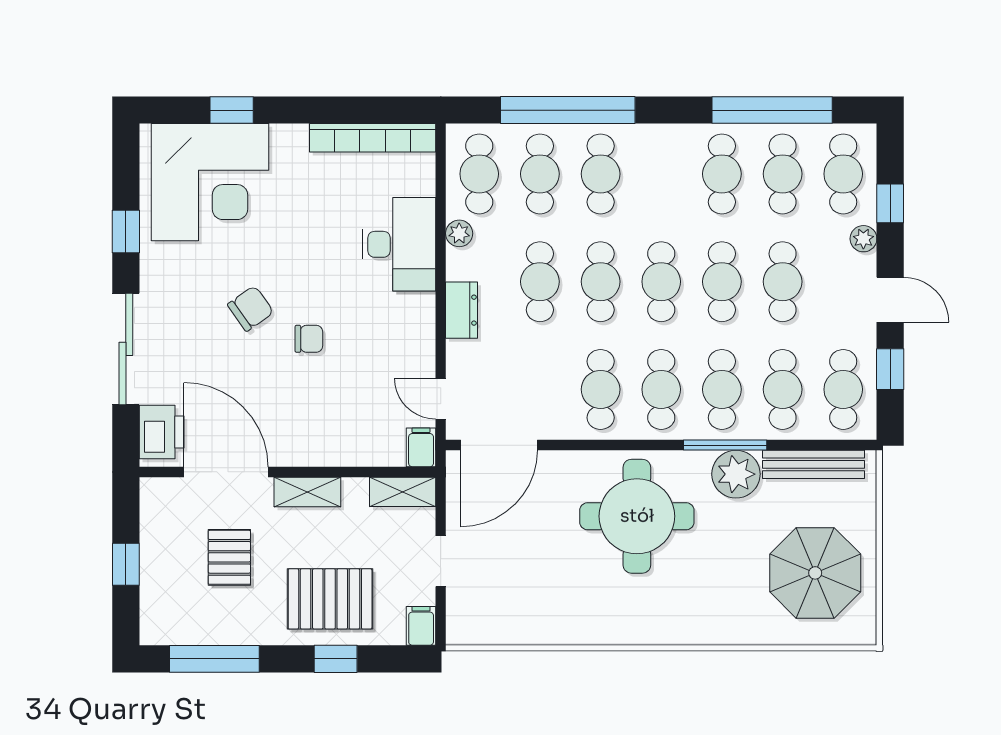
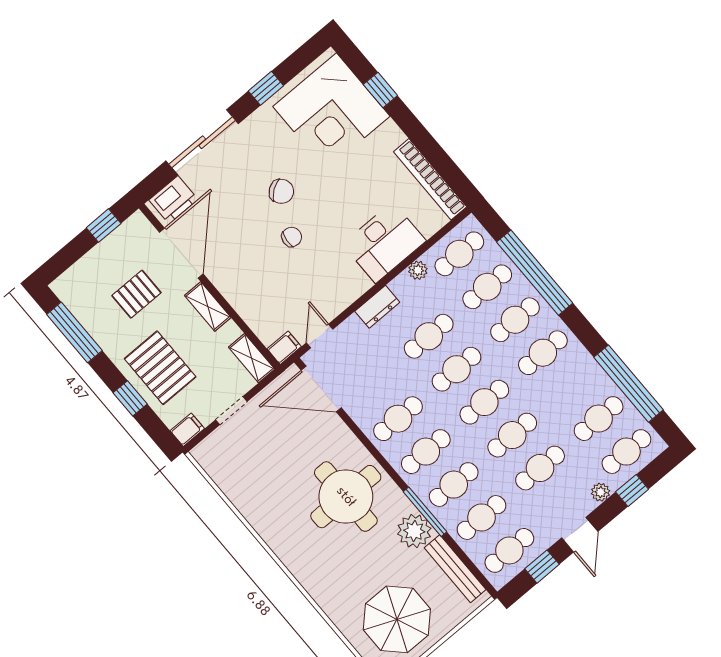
cafe table: (722, 174) -> (543, 353), moved
chair: (309, 339) -> (292, 237), turned -84
window: (126, 564) -> (104, 226), moved

